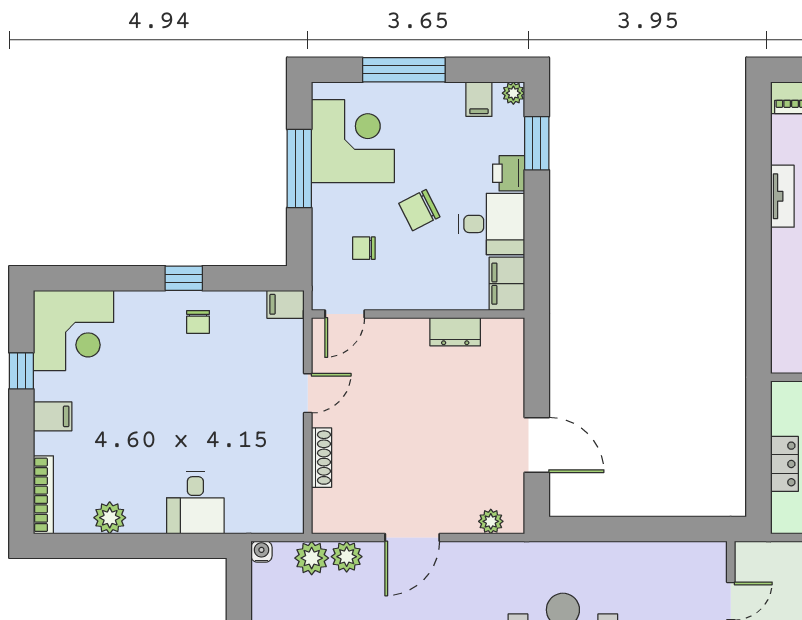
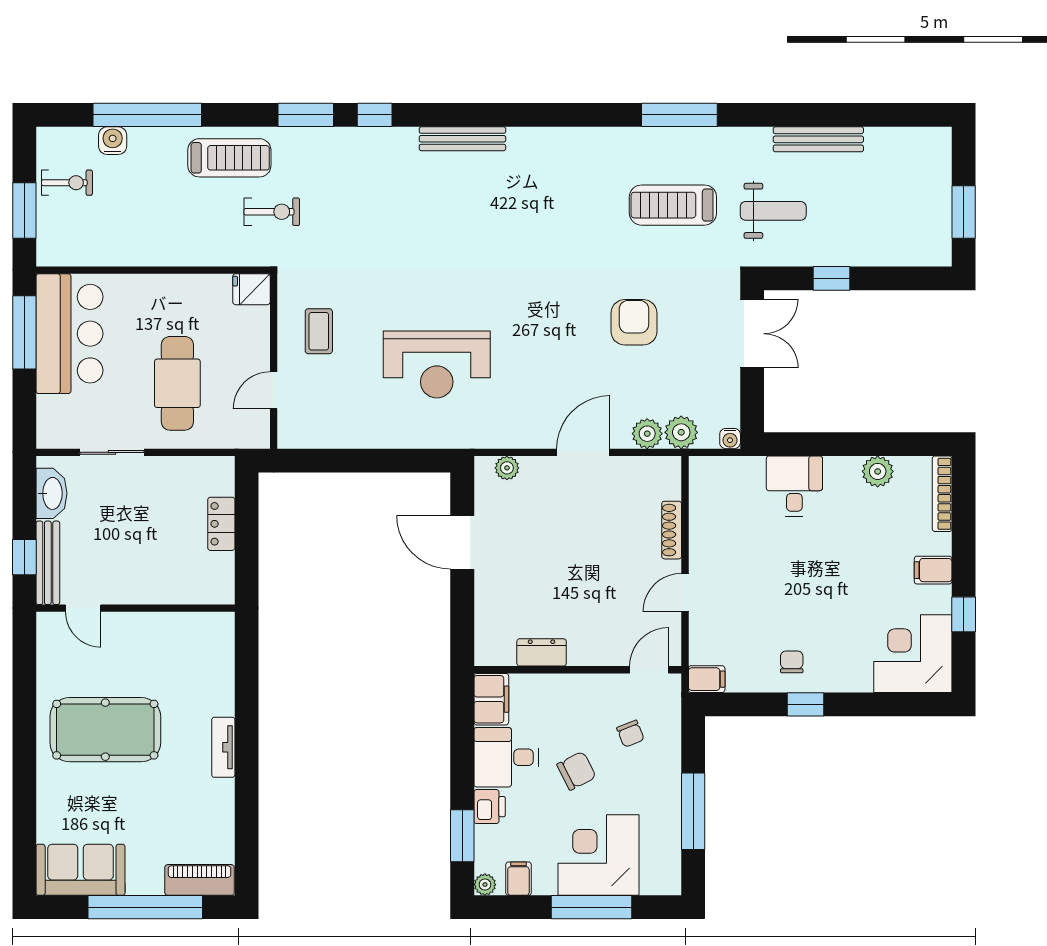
corner desk: (353, 141) -> (599, 855), moved, turned 90
tv unit: (782, 196) -> (223, 747), moved
chair: (364, 248) -> (630, 734), turned 68

